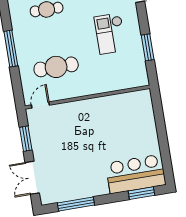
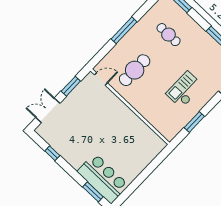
cafe table: (56, 67) -> (135, 70), turned 90
window: (76, 204) -> (52, 153), width x0.46

